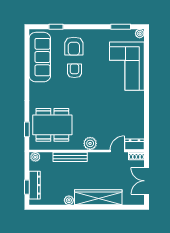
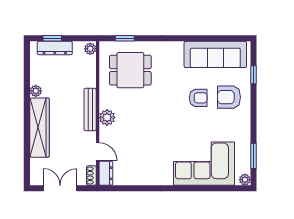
dining table: (52, 125) -> (130, 70), width x0.73
bench: (70, 157) -> (90, 109), moved

